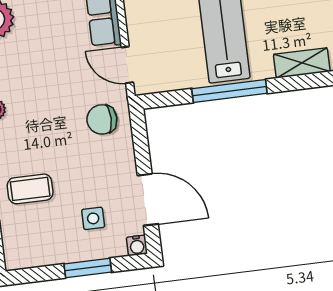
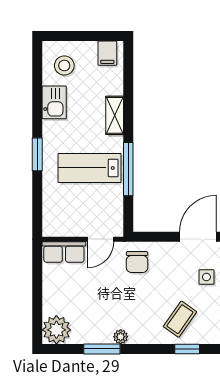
coffee table: (30, 189) -> (180, 319), turned 35

